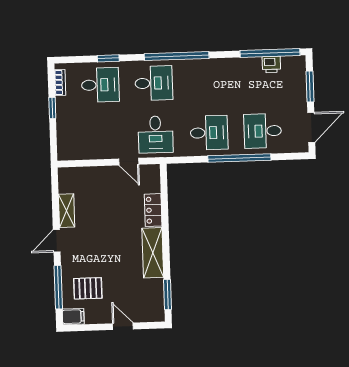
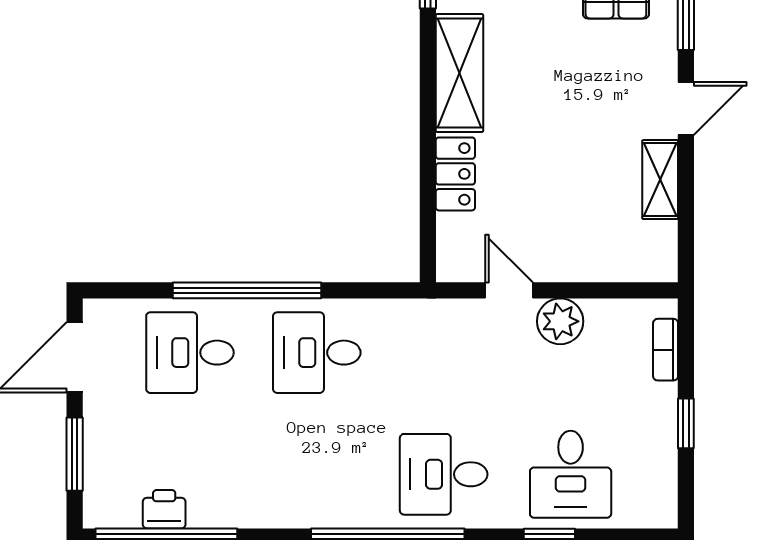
bookcase: (60, 82) -> (666, 350), moved
desk: (100, 85) -> (571, 474), turned -90
desk: (263, 131) -> (190, 353), turned 180
desk: (156, 134) -> (444, 353), removed
plant: (107, 149) -> (560, 321), added

